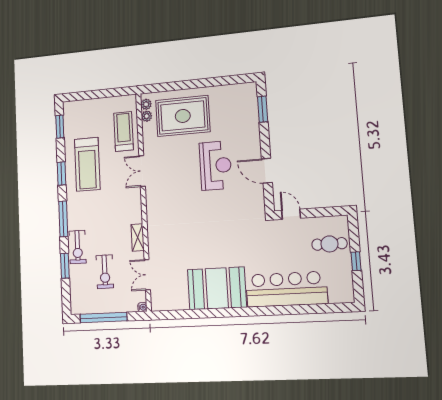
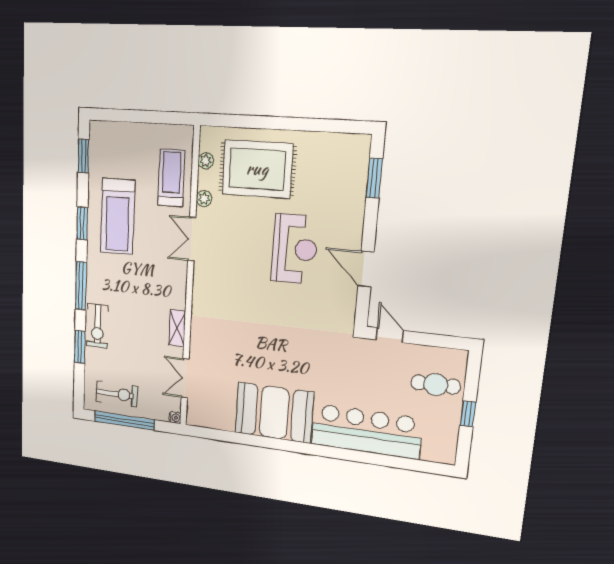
plant: (146, 104) -> (204, 199), moved
exercise bike: (105, 272) -> (116, 394), moved, turned -90

